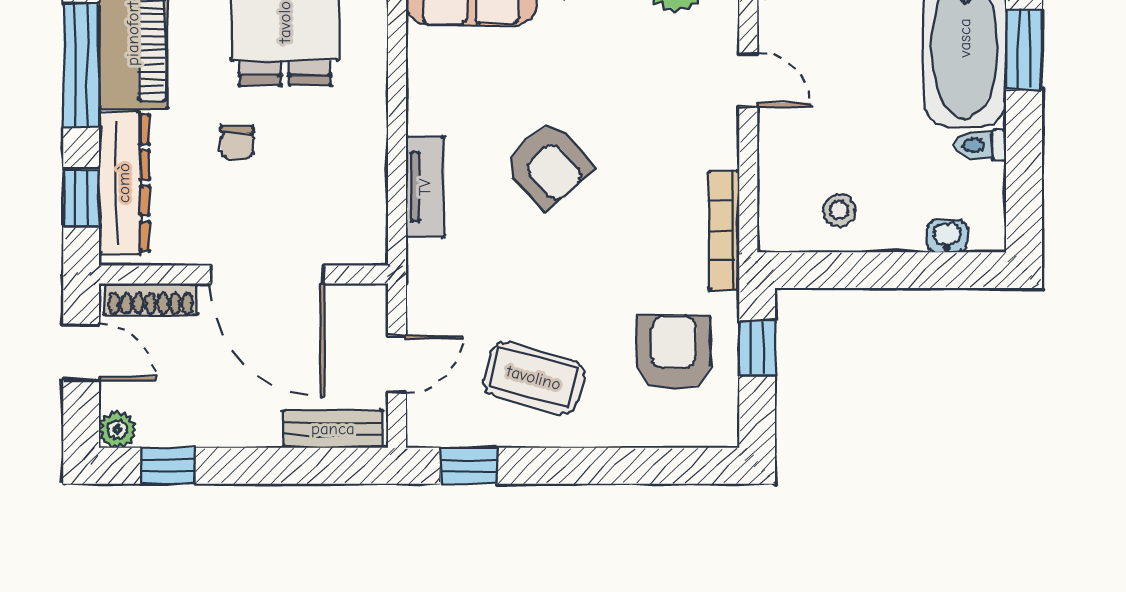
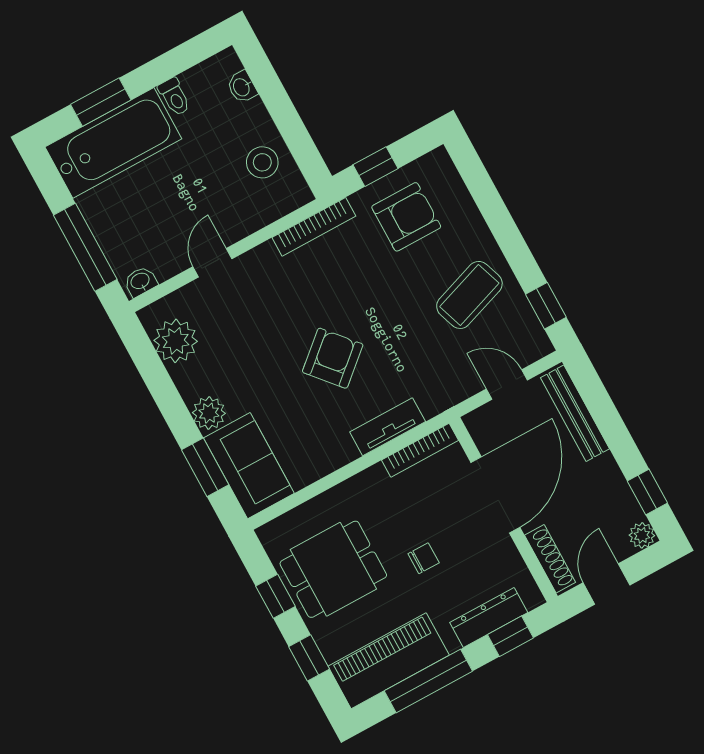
dresser: (124, 183) -> (489, 617), width x0.73, depth x0.80
stool: (839, 210) -> (262, 162), width x1.37, depth x1.37
bookcase: (374, 211) -> (420, 450), added
armchair: (674, 352) -> (406, 217), turned 180
coffee table: (534, 378) -> (469, 295), turned 56
bench: (333, 429) -> (575, 413), width x1.36

